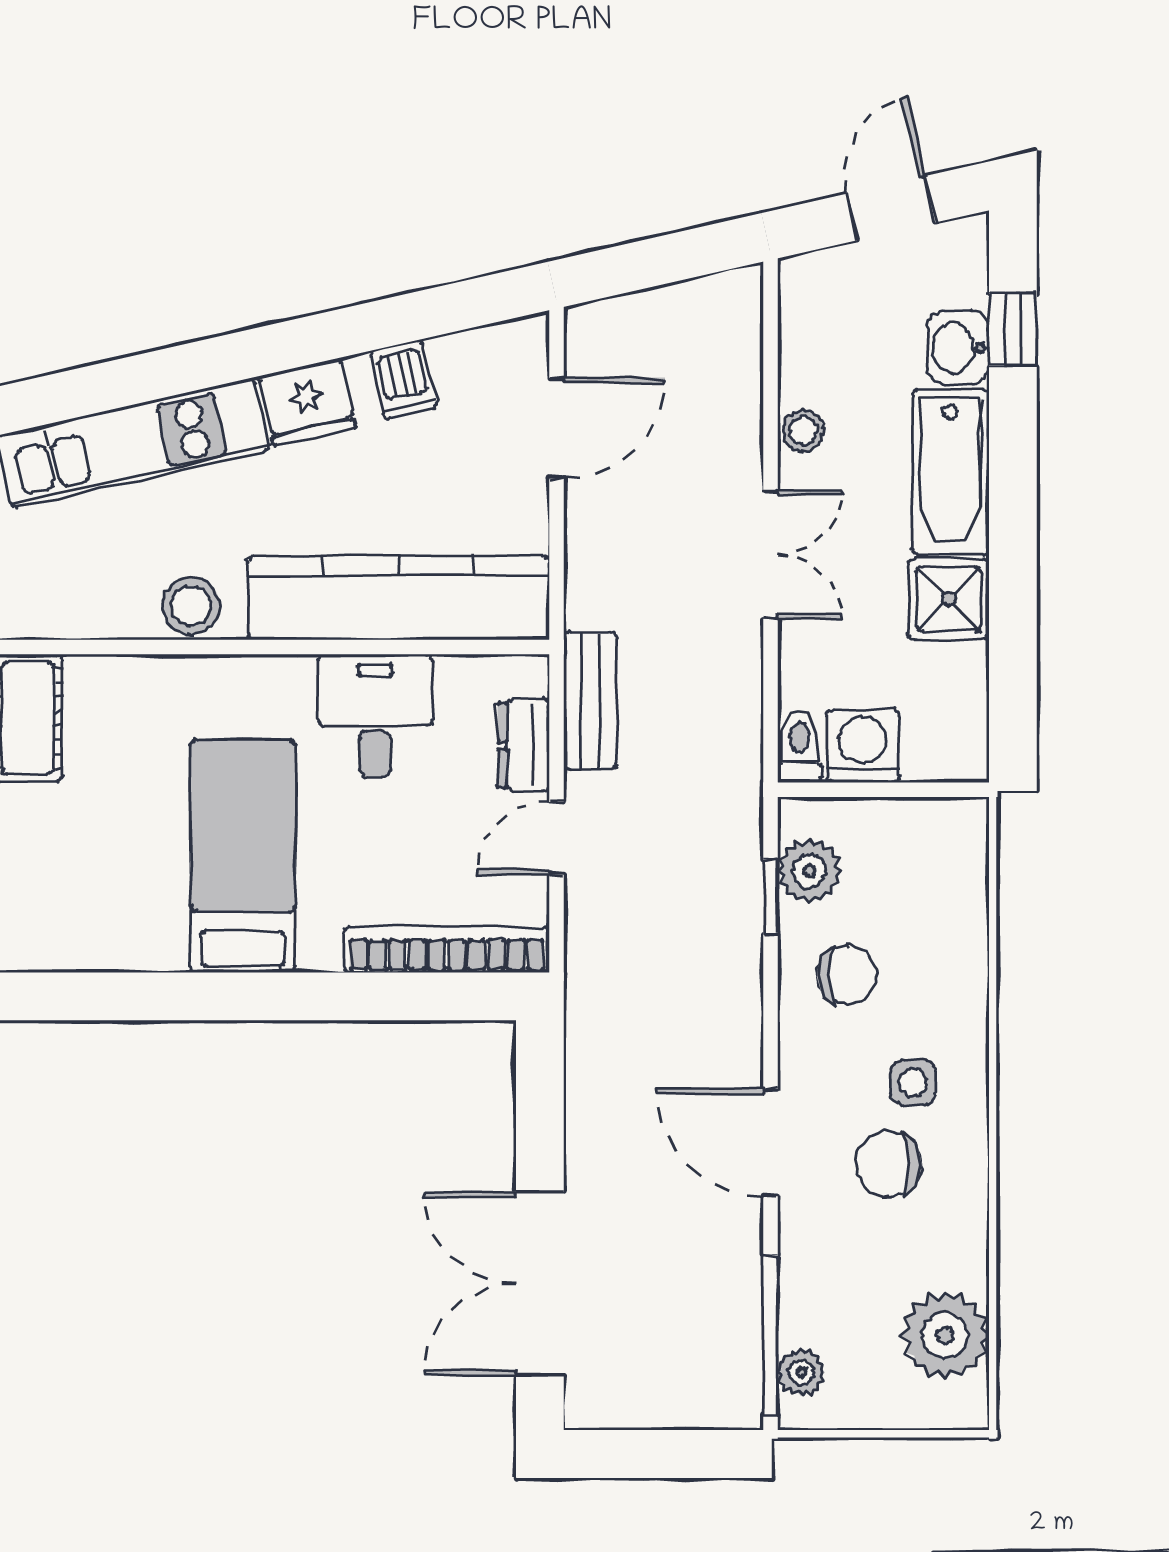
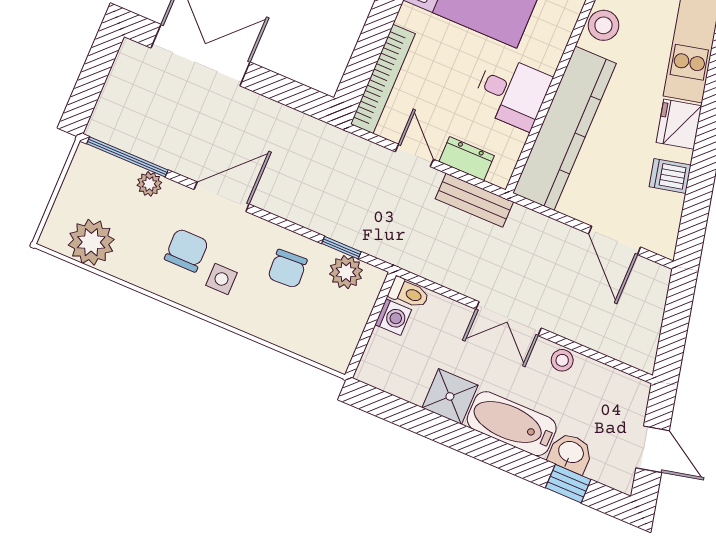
washing machine: (863, 746) -> (393, 317), width x0.73, depth x0.73
plant: (801, 1372) -> (149, 184), moved

